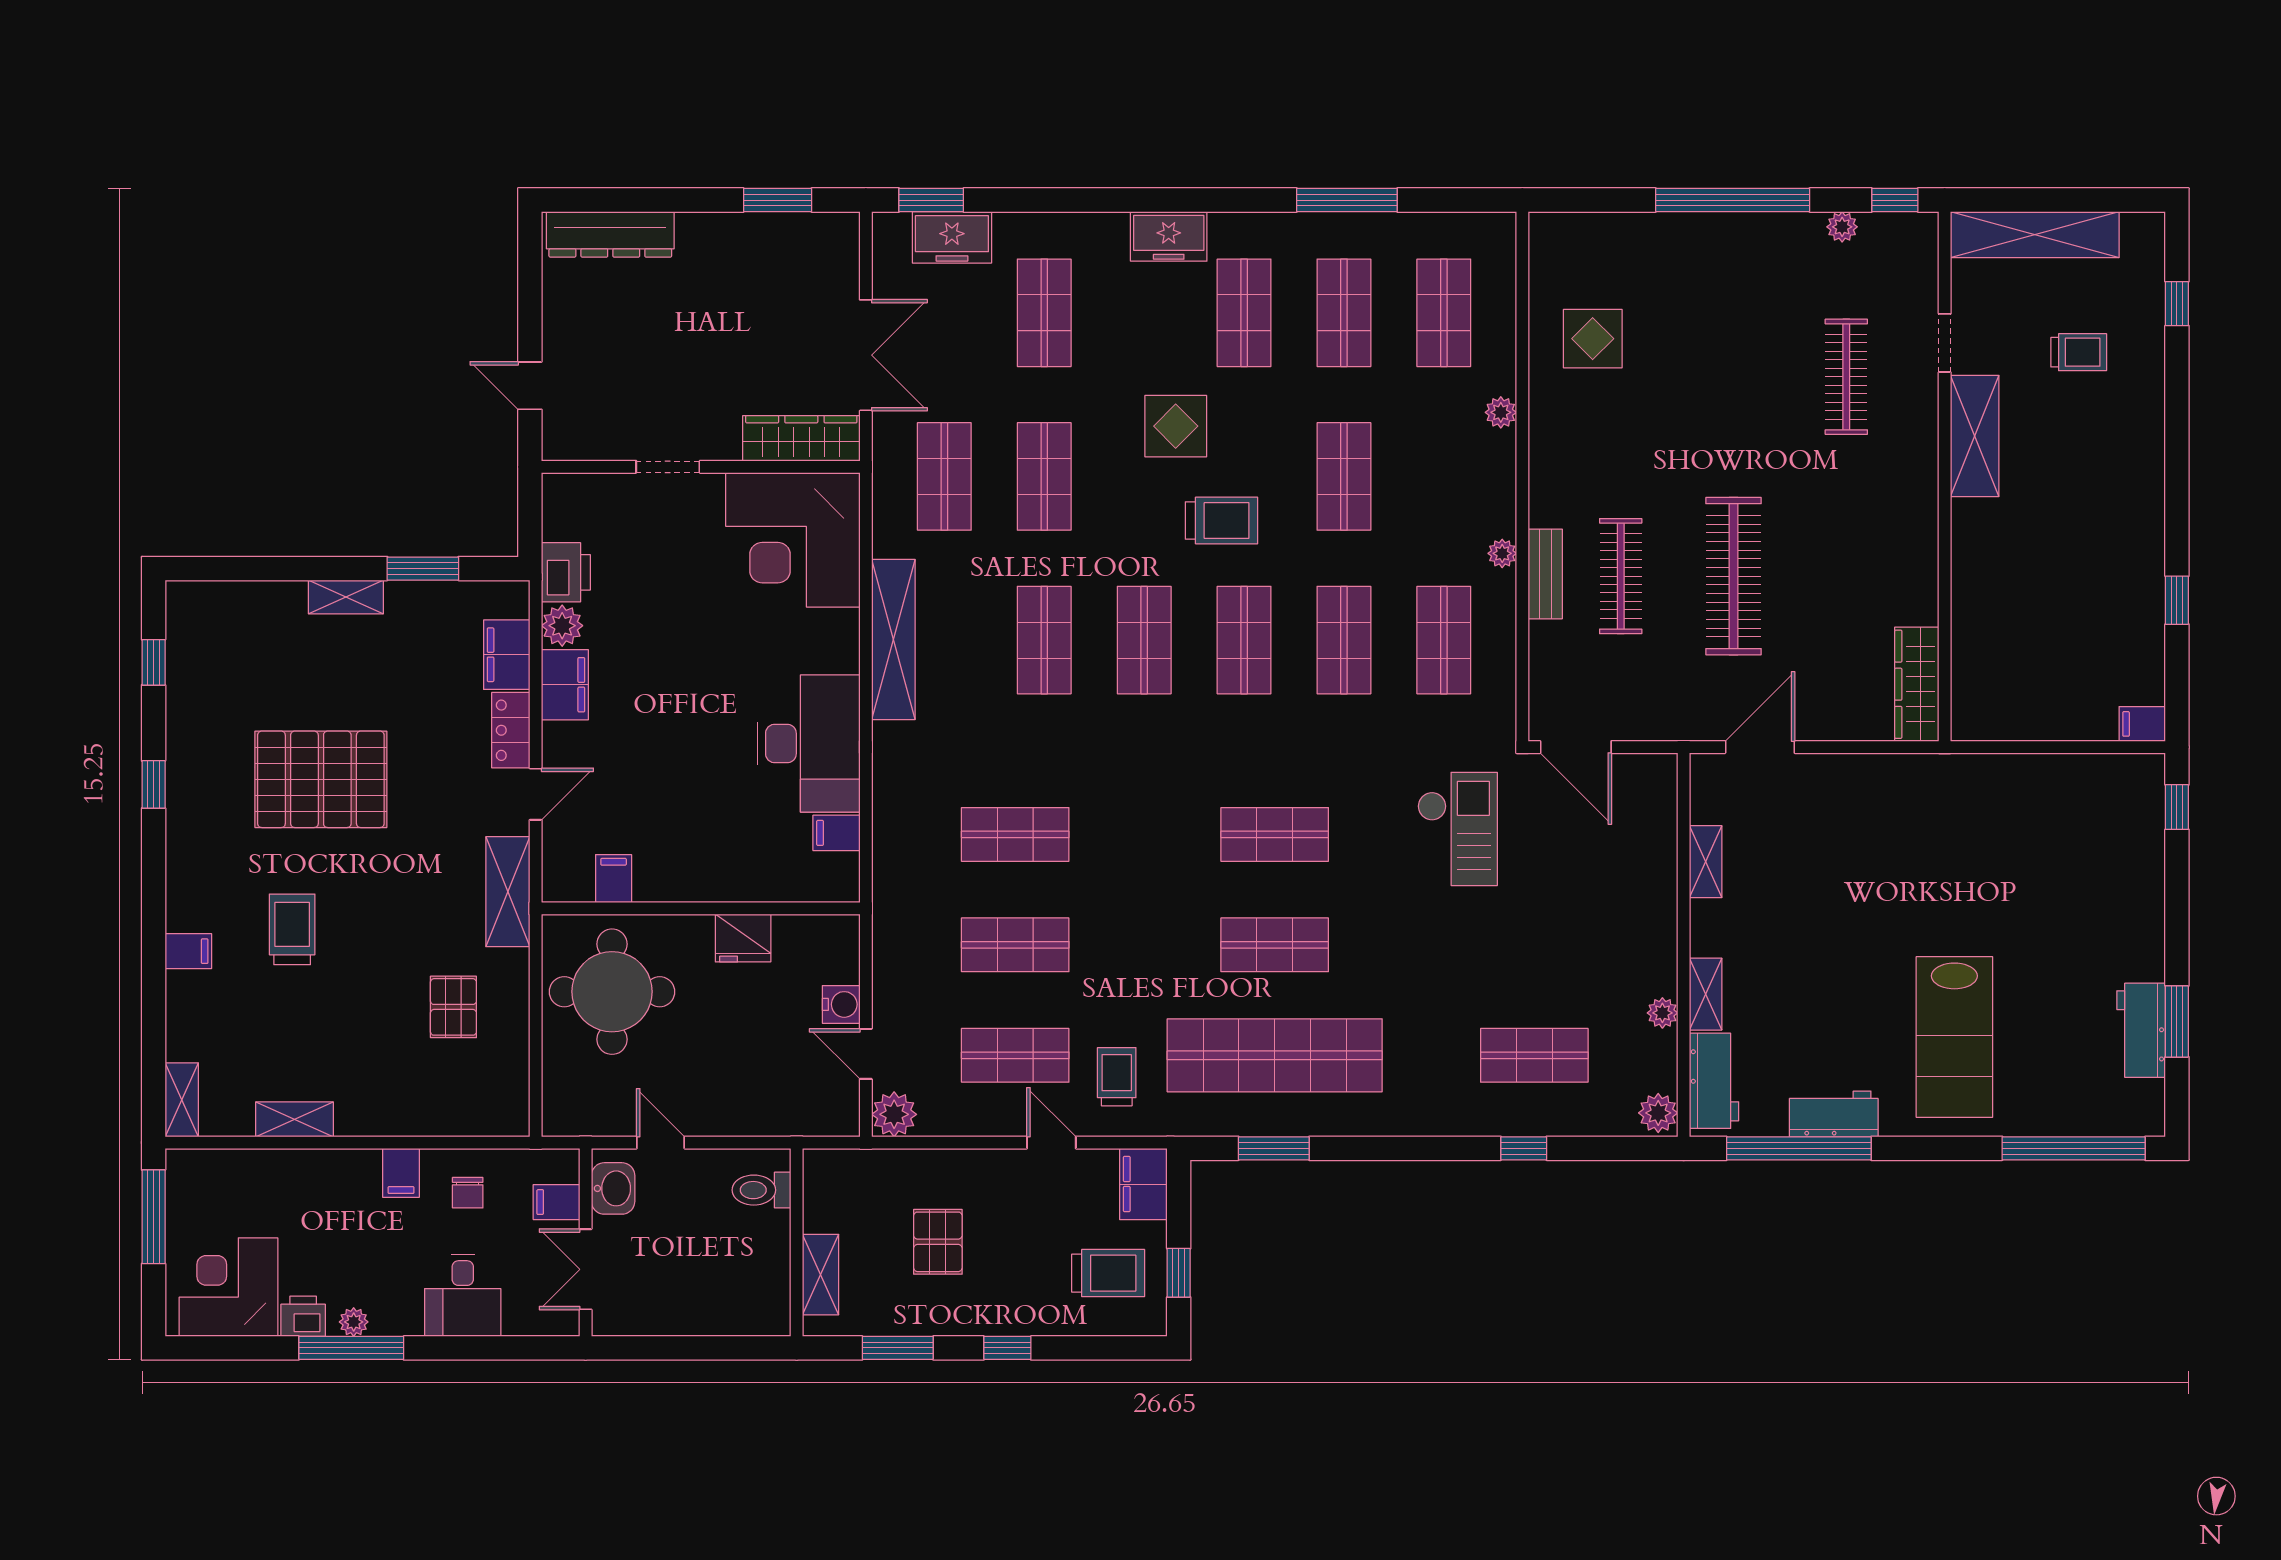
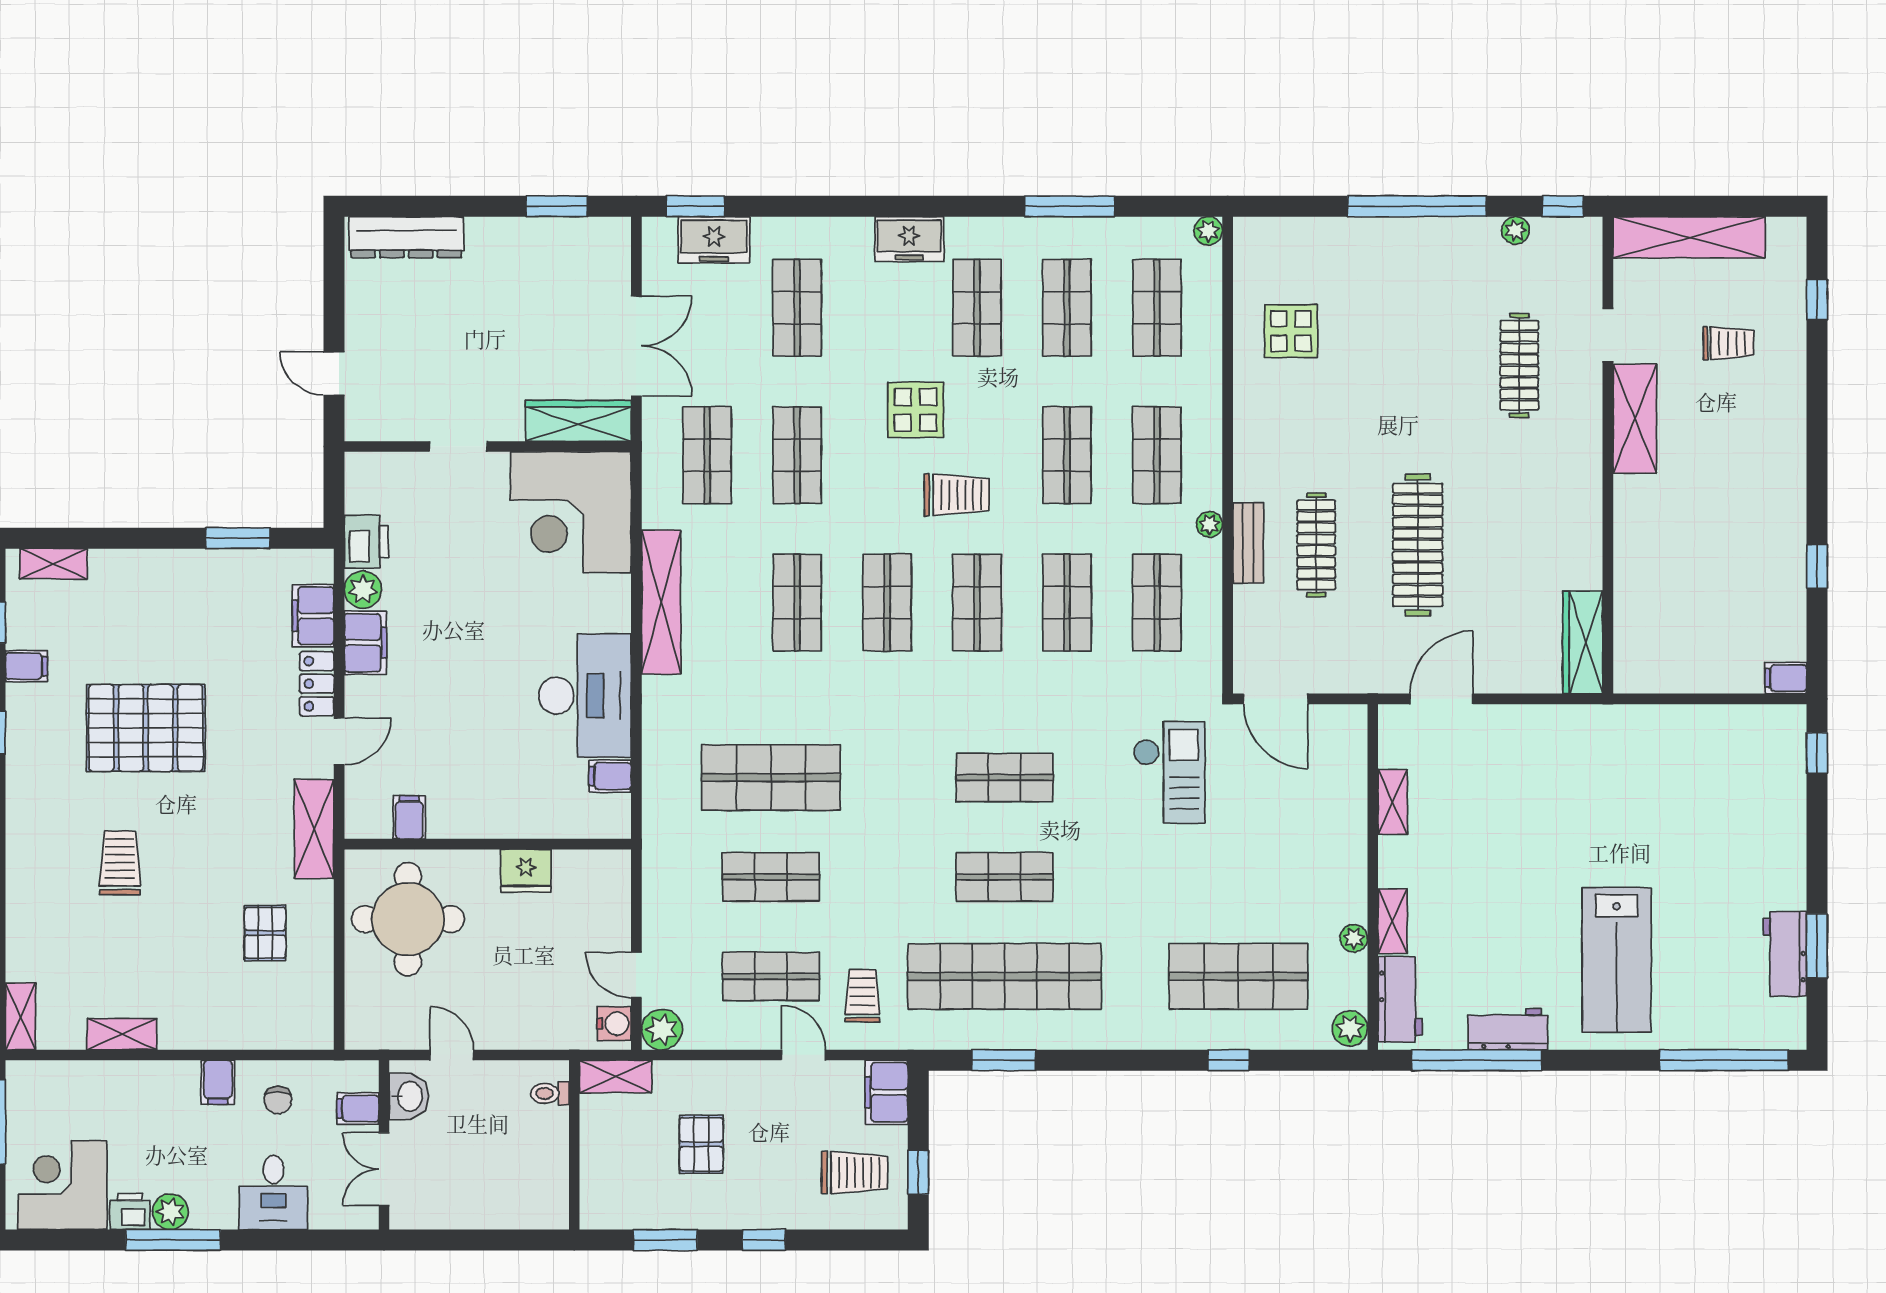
plant: (1501, 412) -> (1208, 231), moved
shop shelf: (1444, 476) -> (1157, 455), added
shelving: (346, 597) -> (53, 564), moved
shop shelf: (1015, 834) -> (771, 777), width x1.43, depth x1.36
filing cabinet: (188, 951) -> (26, 666), moved
water cooler: (841, 1004) -> (614, 1024), moved
shop shelf: (1534, 1055) -> (1238, 976), width x1.43, depth x1.36
toilet: (761, 1190) -> (550, 1093), width x0.73, depth x0.72
shelving: (821, 1275) -> (616, 1076), moved, turned 90
plant: (354, 1322) -> (170, 1212), width x1.38, depth x1.38

